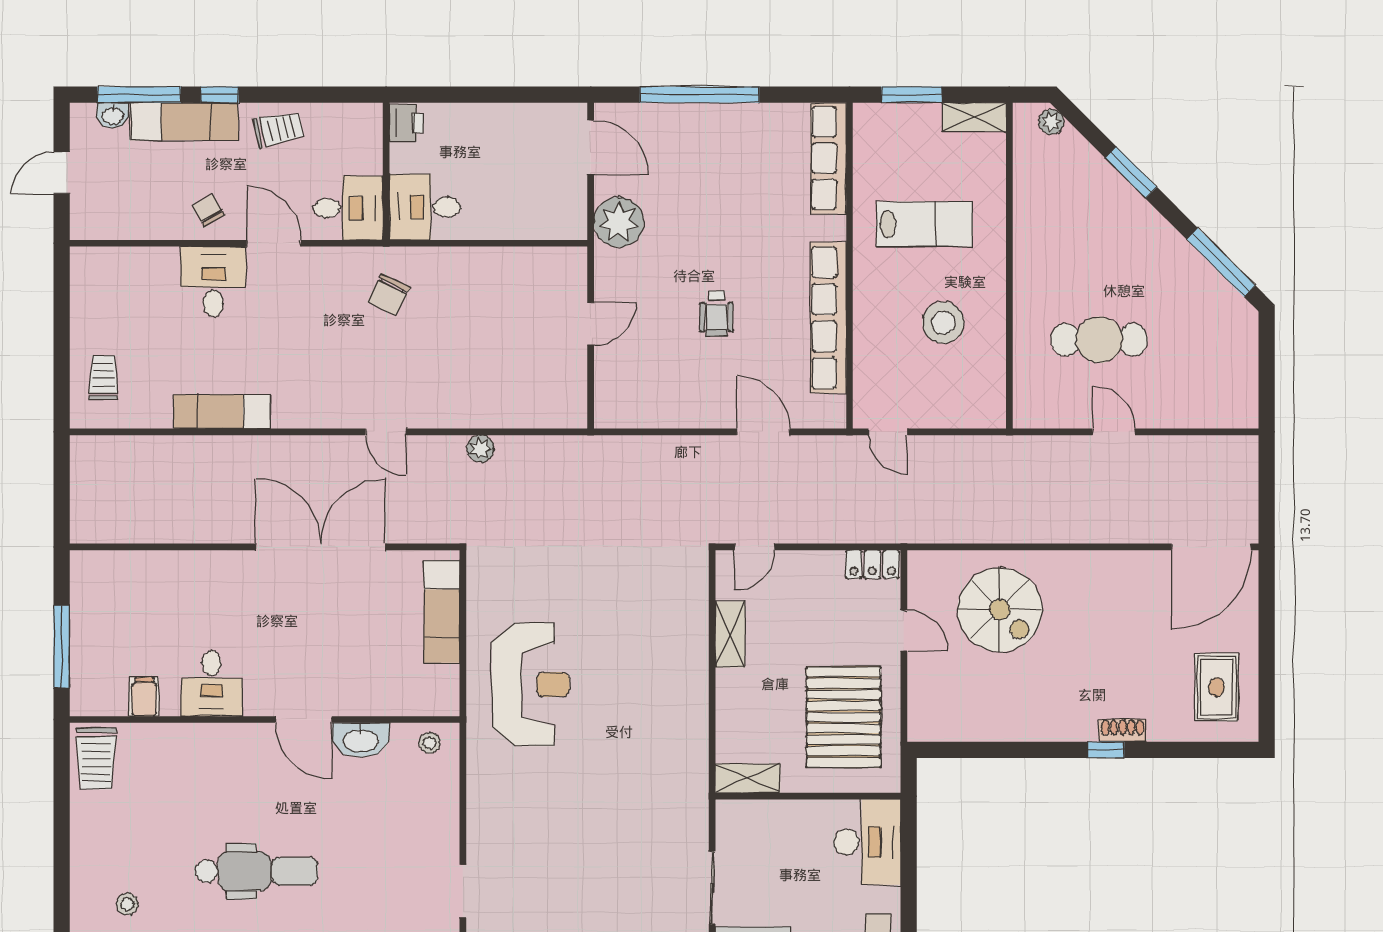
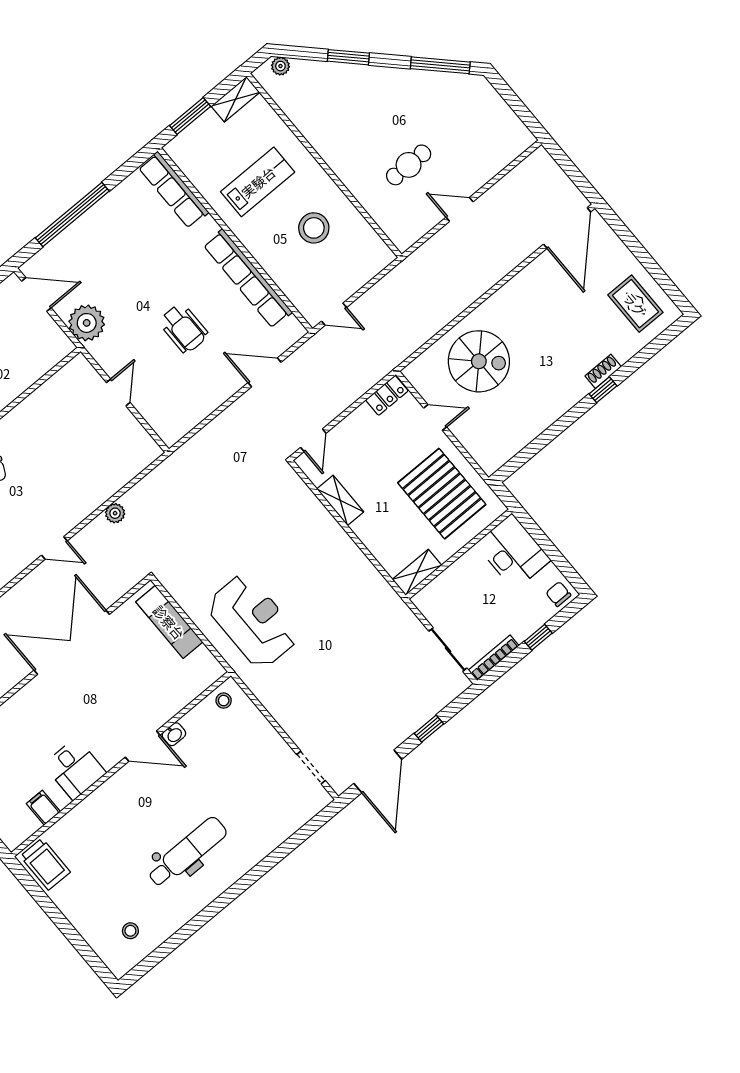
wheelchair: (717, 313) -> (183, 328), width x1.36, depth x1.37
cafe table: (1099, 340) -> (409, 165), width x0.73, depth x0.74
washbasin: (361, 740) -> (174, 734), width x0.52, depth x0.69

